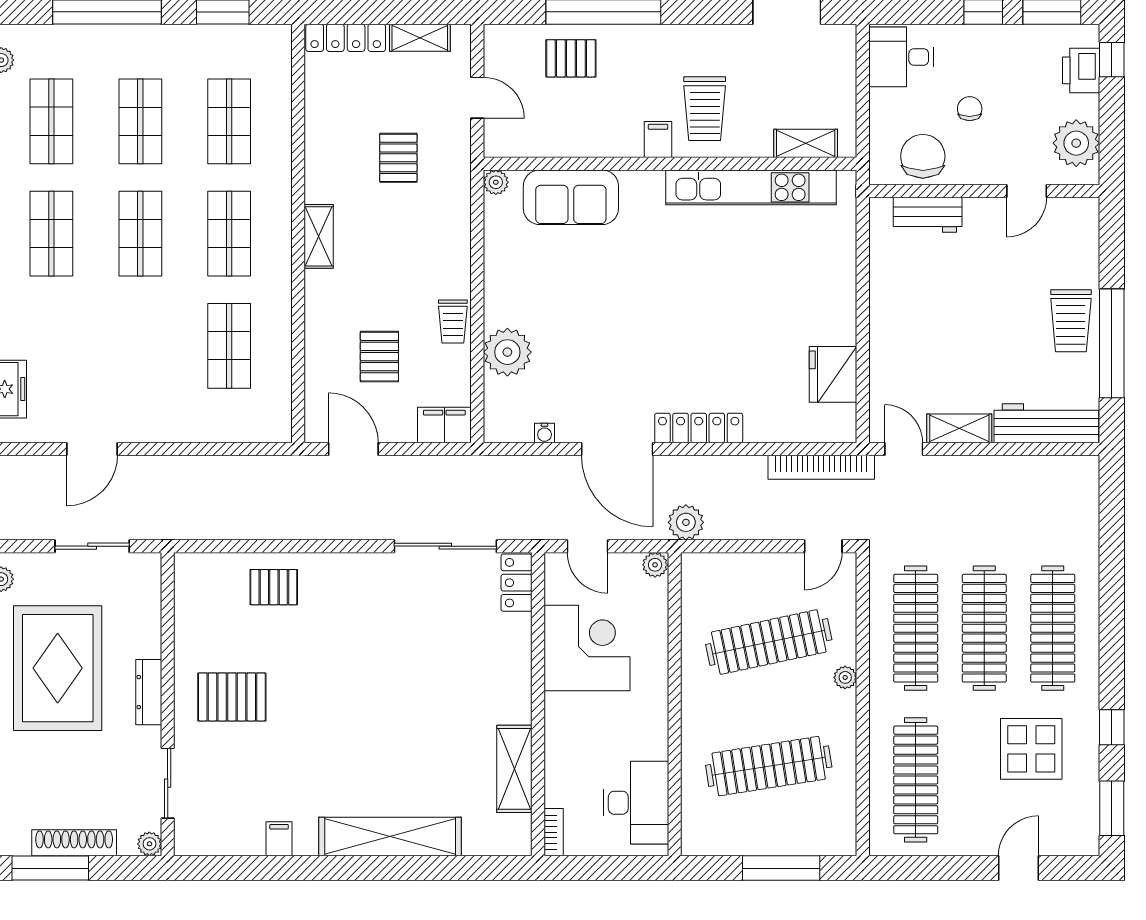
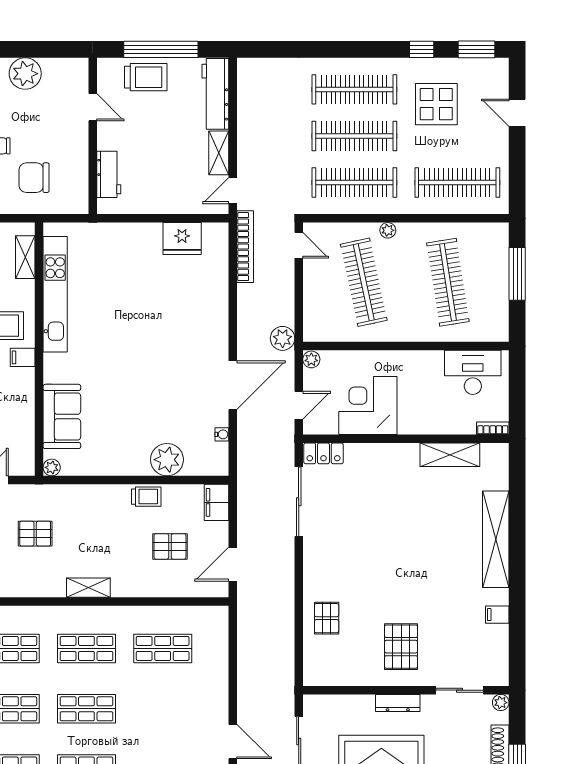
wall: (984, 191) -> (93, 136), moved
door: (1027, 191) -> (93, 107), moved
workbench: (928, 215) -> (109, 174), moved
locker: (699, 428) -> (218, 330), removed

